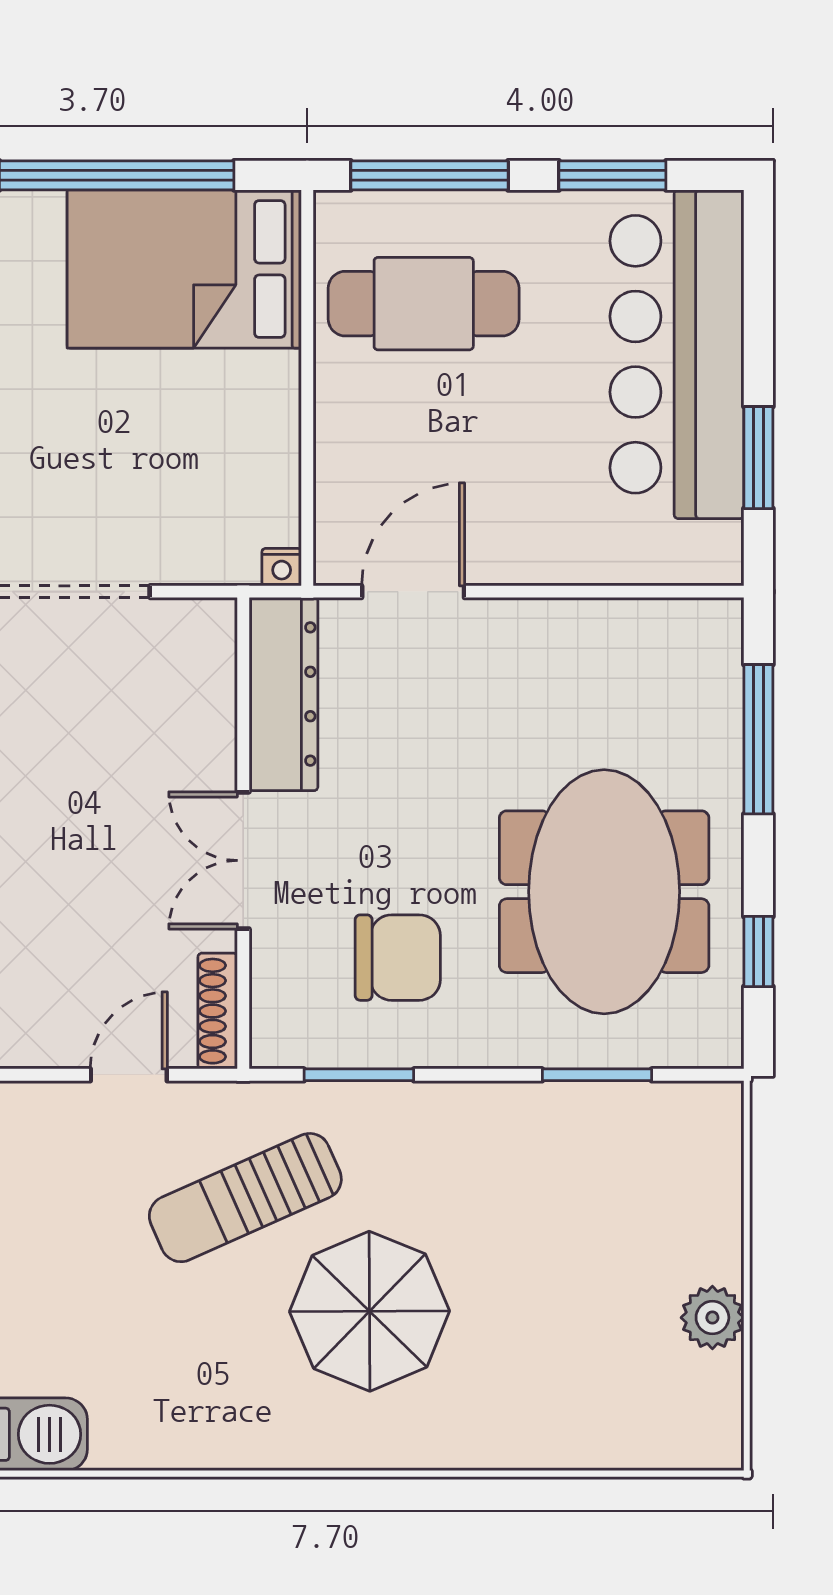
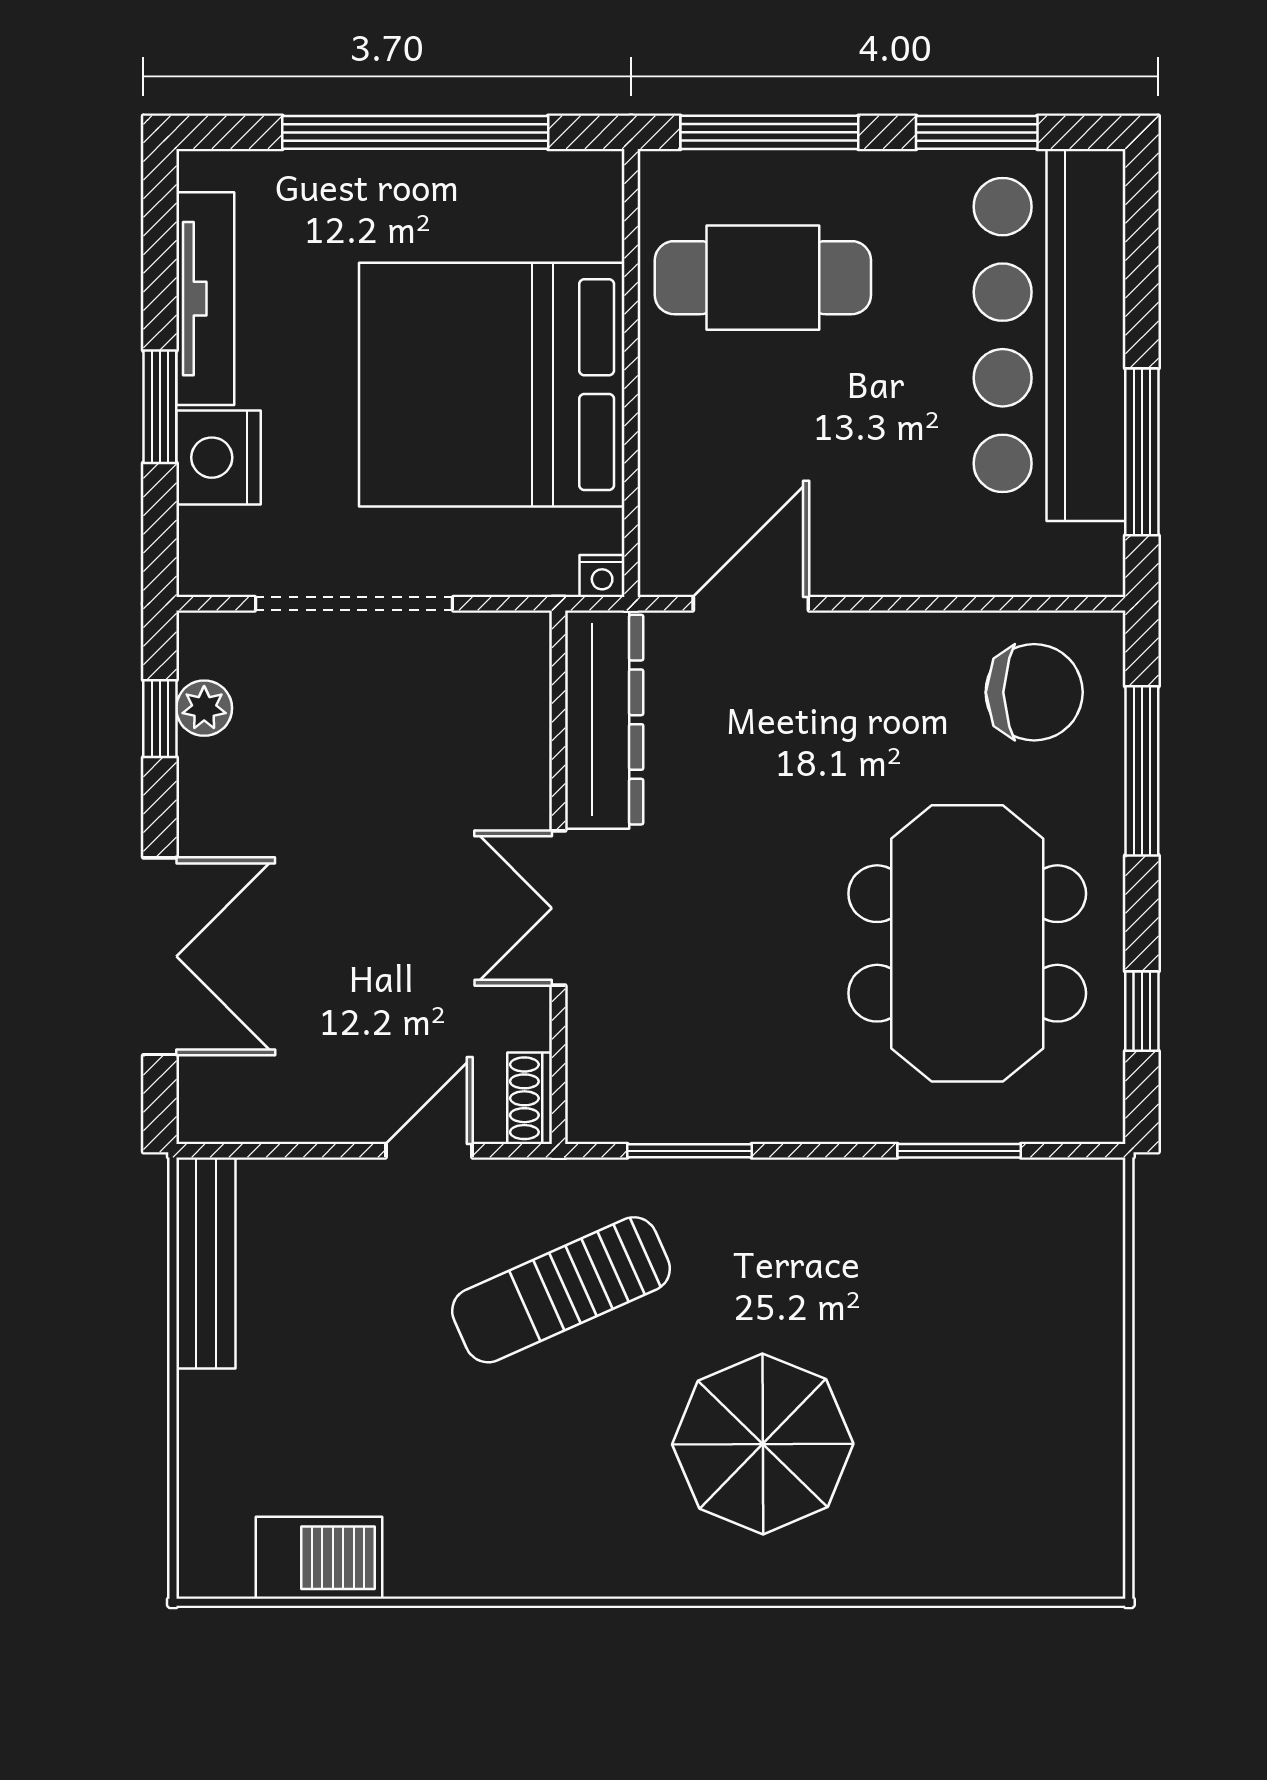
bed: (184, 269) -> (492, 385), moved, width x1.36
window: (758, 458) -> (1142, 452), width x1.44
chair: (398, 958) -> (1034, 692), moved
shoe rack: (218, 1011) -> (530, 1098), width x0.70
parasol: (370, 1311) -> (763, 1444), moved
plant: (712, 1318) -> (1090, 1426), removed

